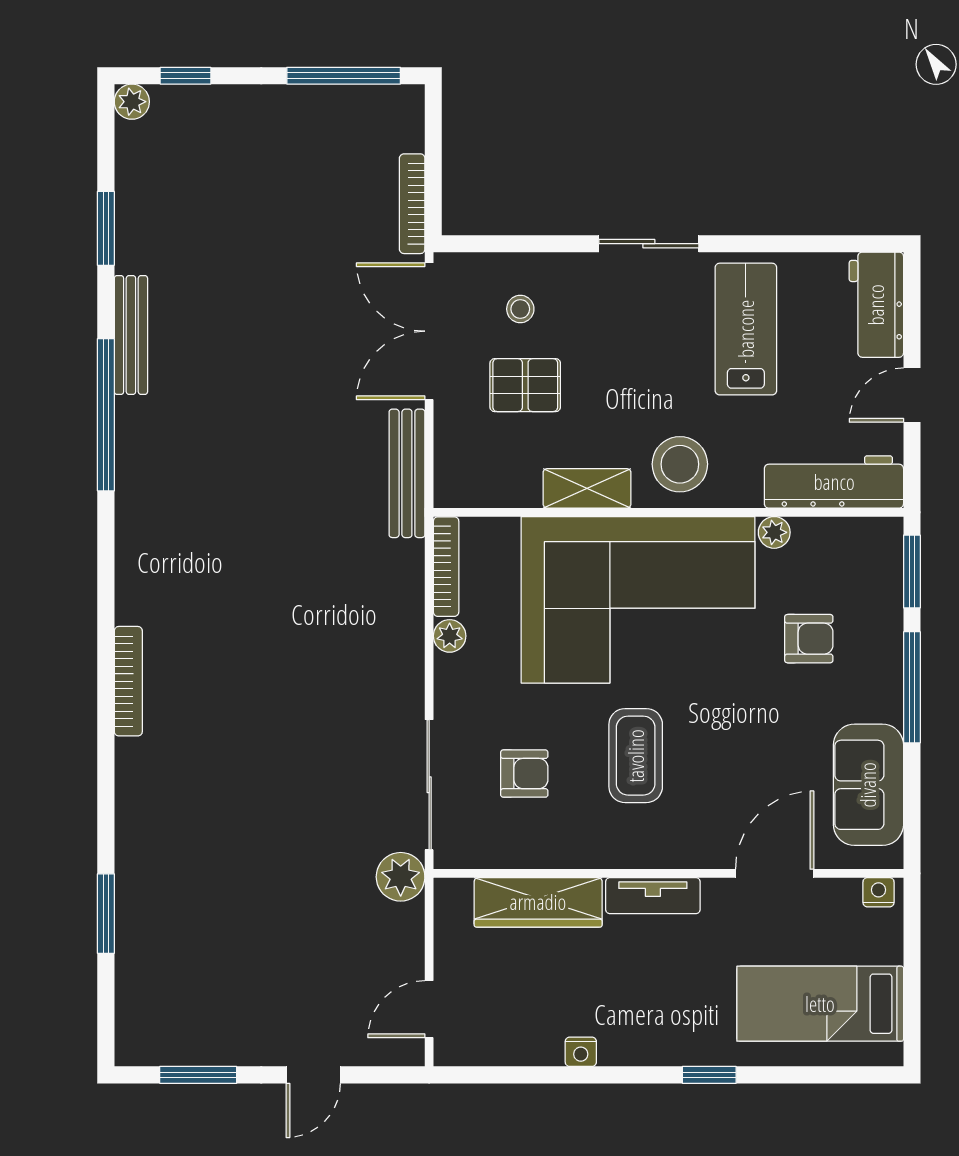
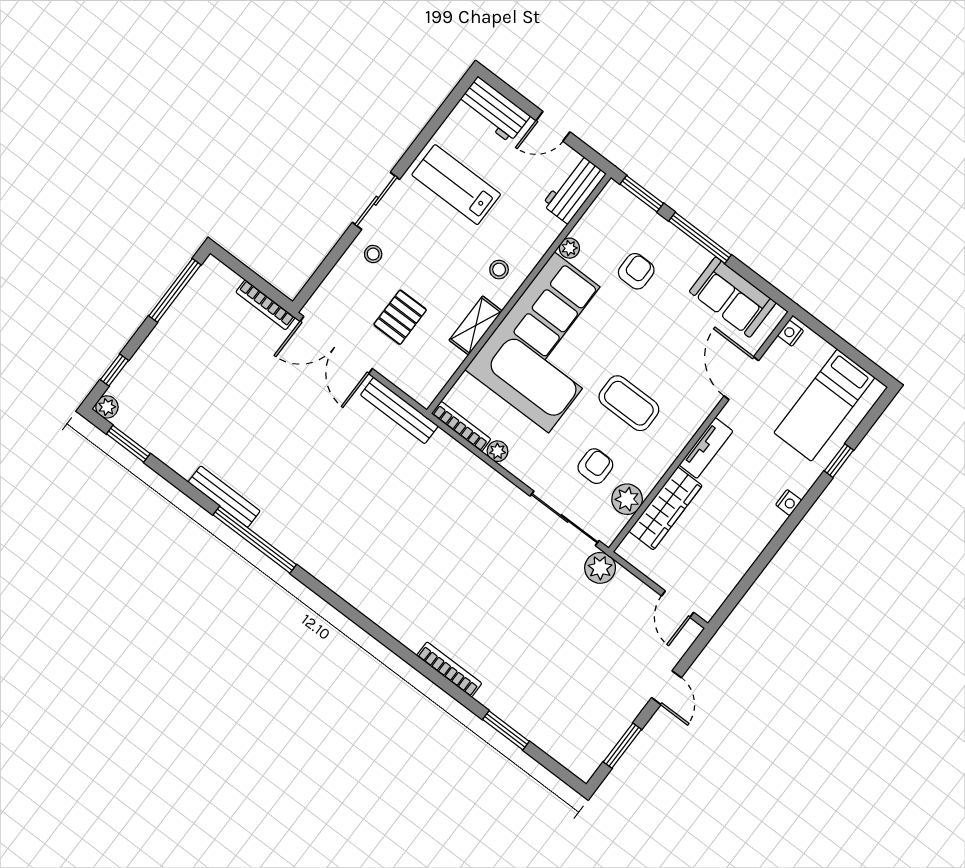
window: (106, 228) -> (128, 444), moved
stool: (520, 309) -> (373, 254), moved
door: (912, 395) -> (553, 126), hinge flipped
stool: (680, 464) -> (499, 270), width x0.53, depth x0.53
workbench: (834, 482) -> (574, 189), width x0.73
bookcase: (128, 681) -> (449, 670), moved
plant: (513, 845) -> (627, 499), added
nightstand: (581, 1052) -> (789, 503), moved
window: (709, 1075) -> (839, 461), moved

